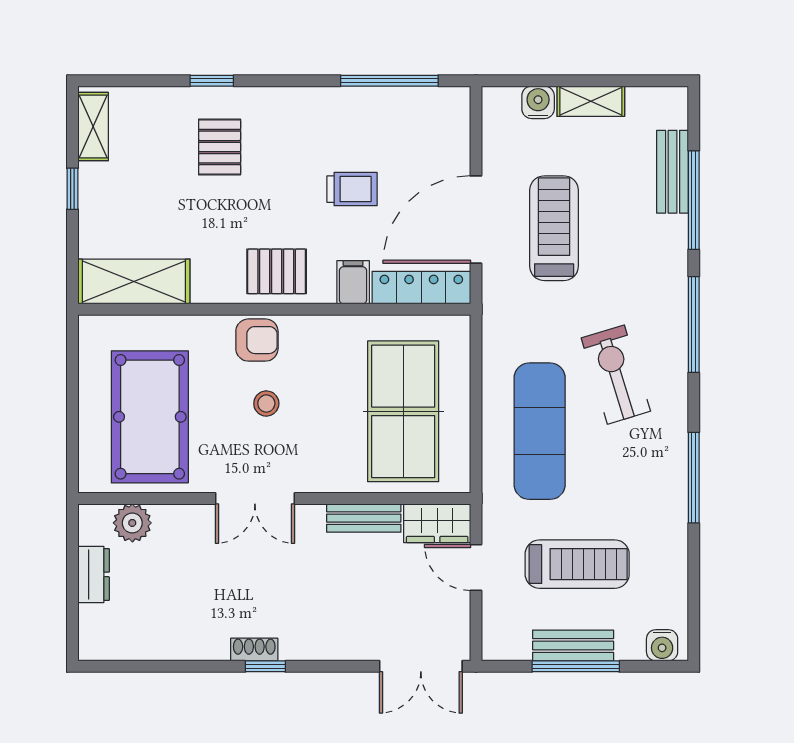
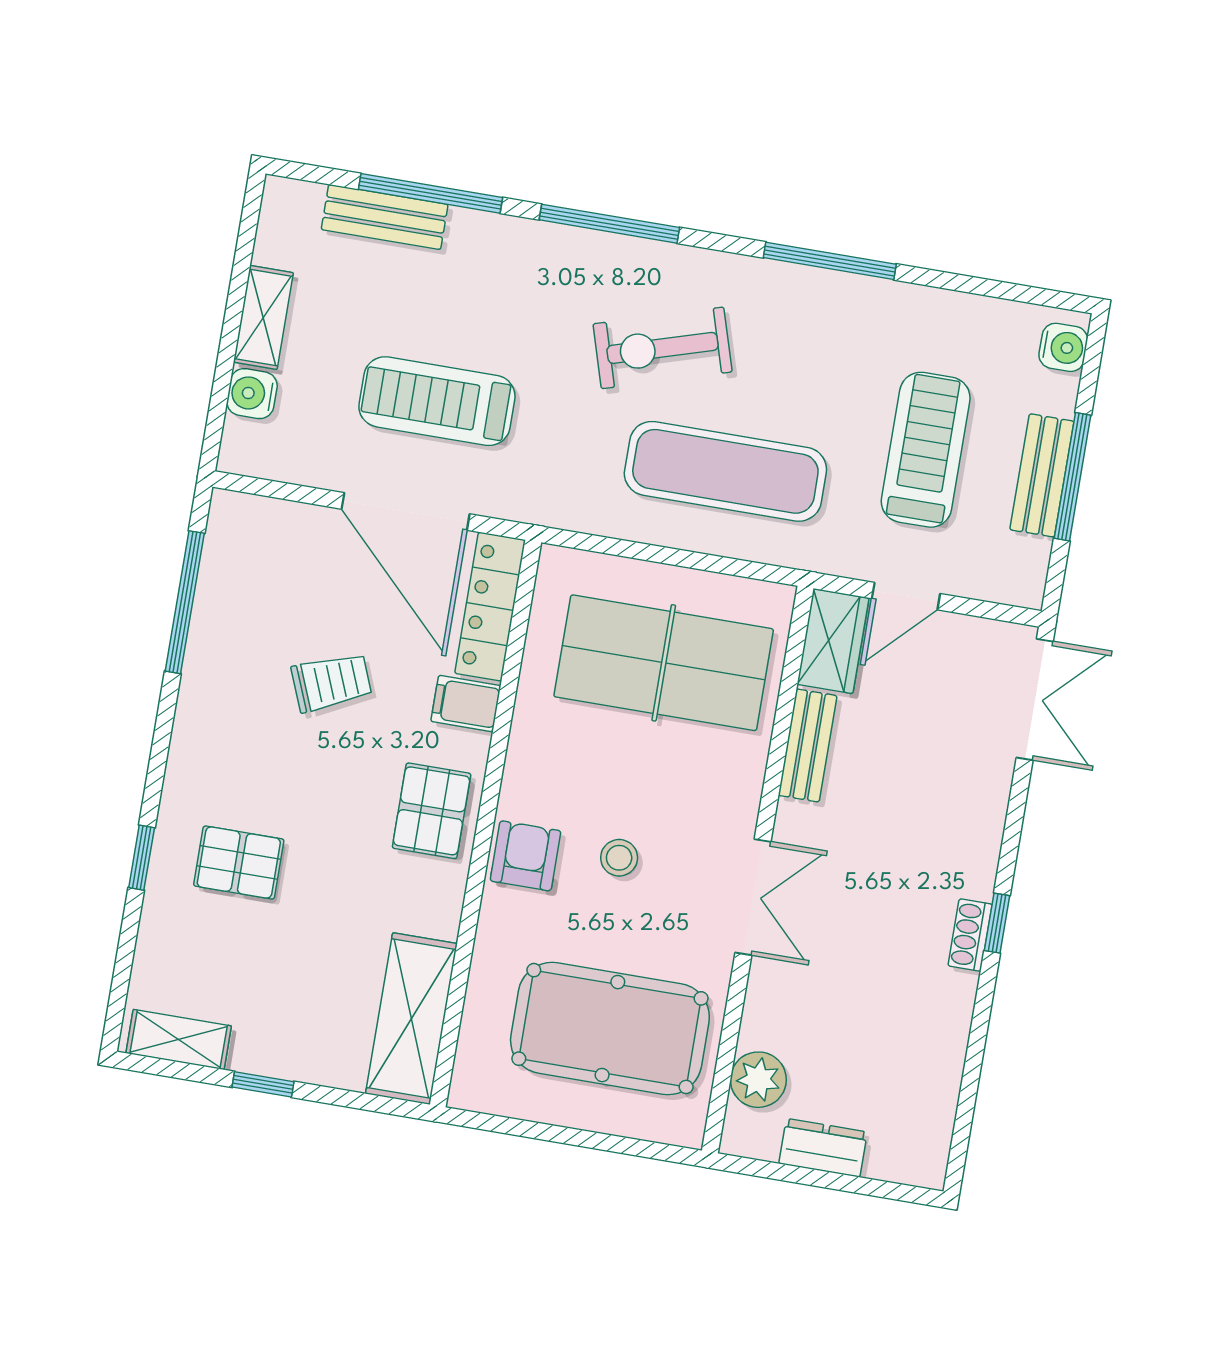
trolley: (352, 189) -> (332, 682), turned 68

